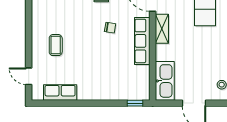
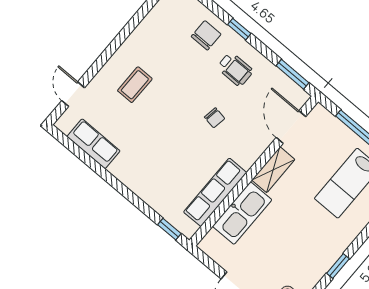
row of seats: (142, 41) -> (215, 192), moved
kitchen sink: (165, 81) -> (242, 213), moved

